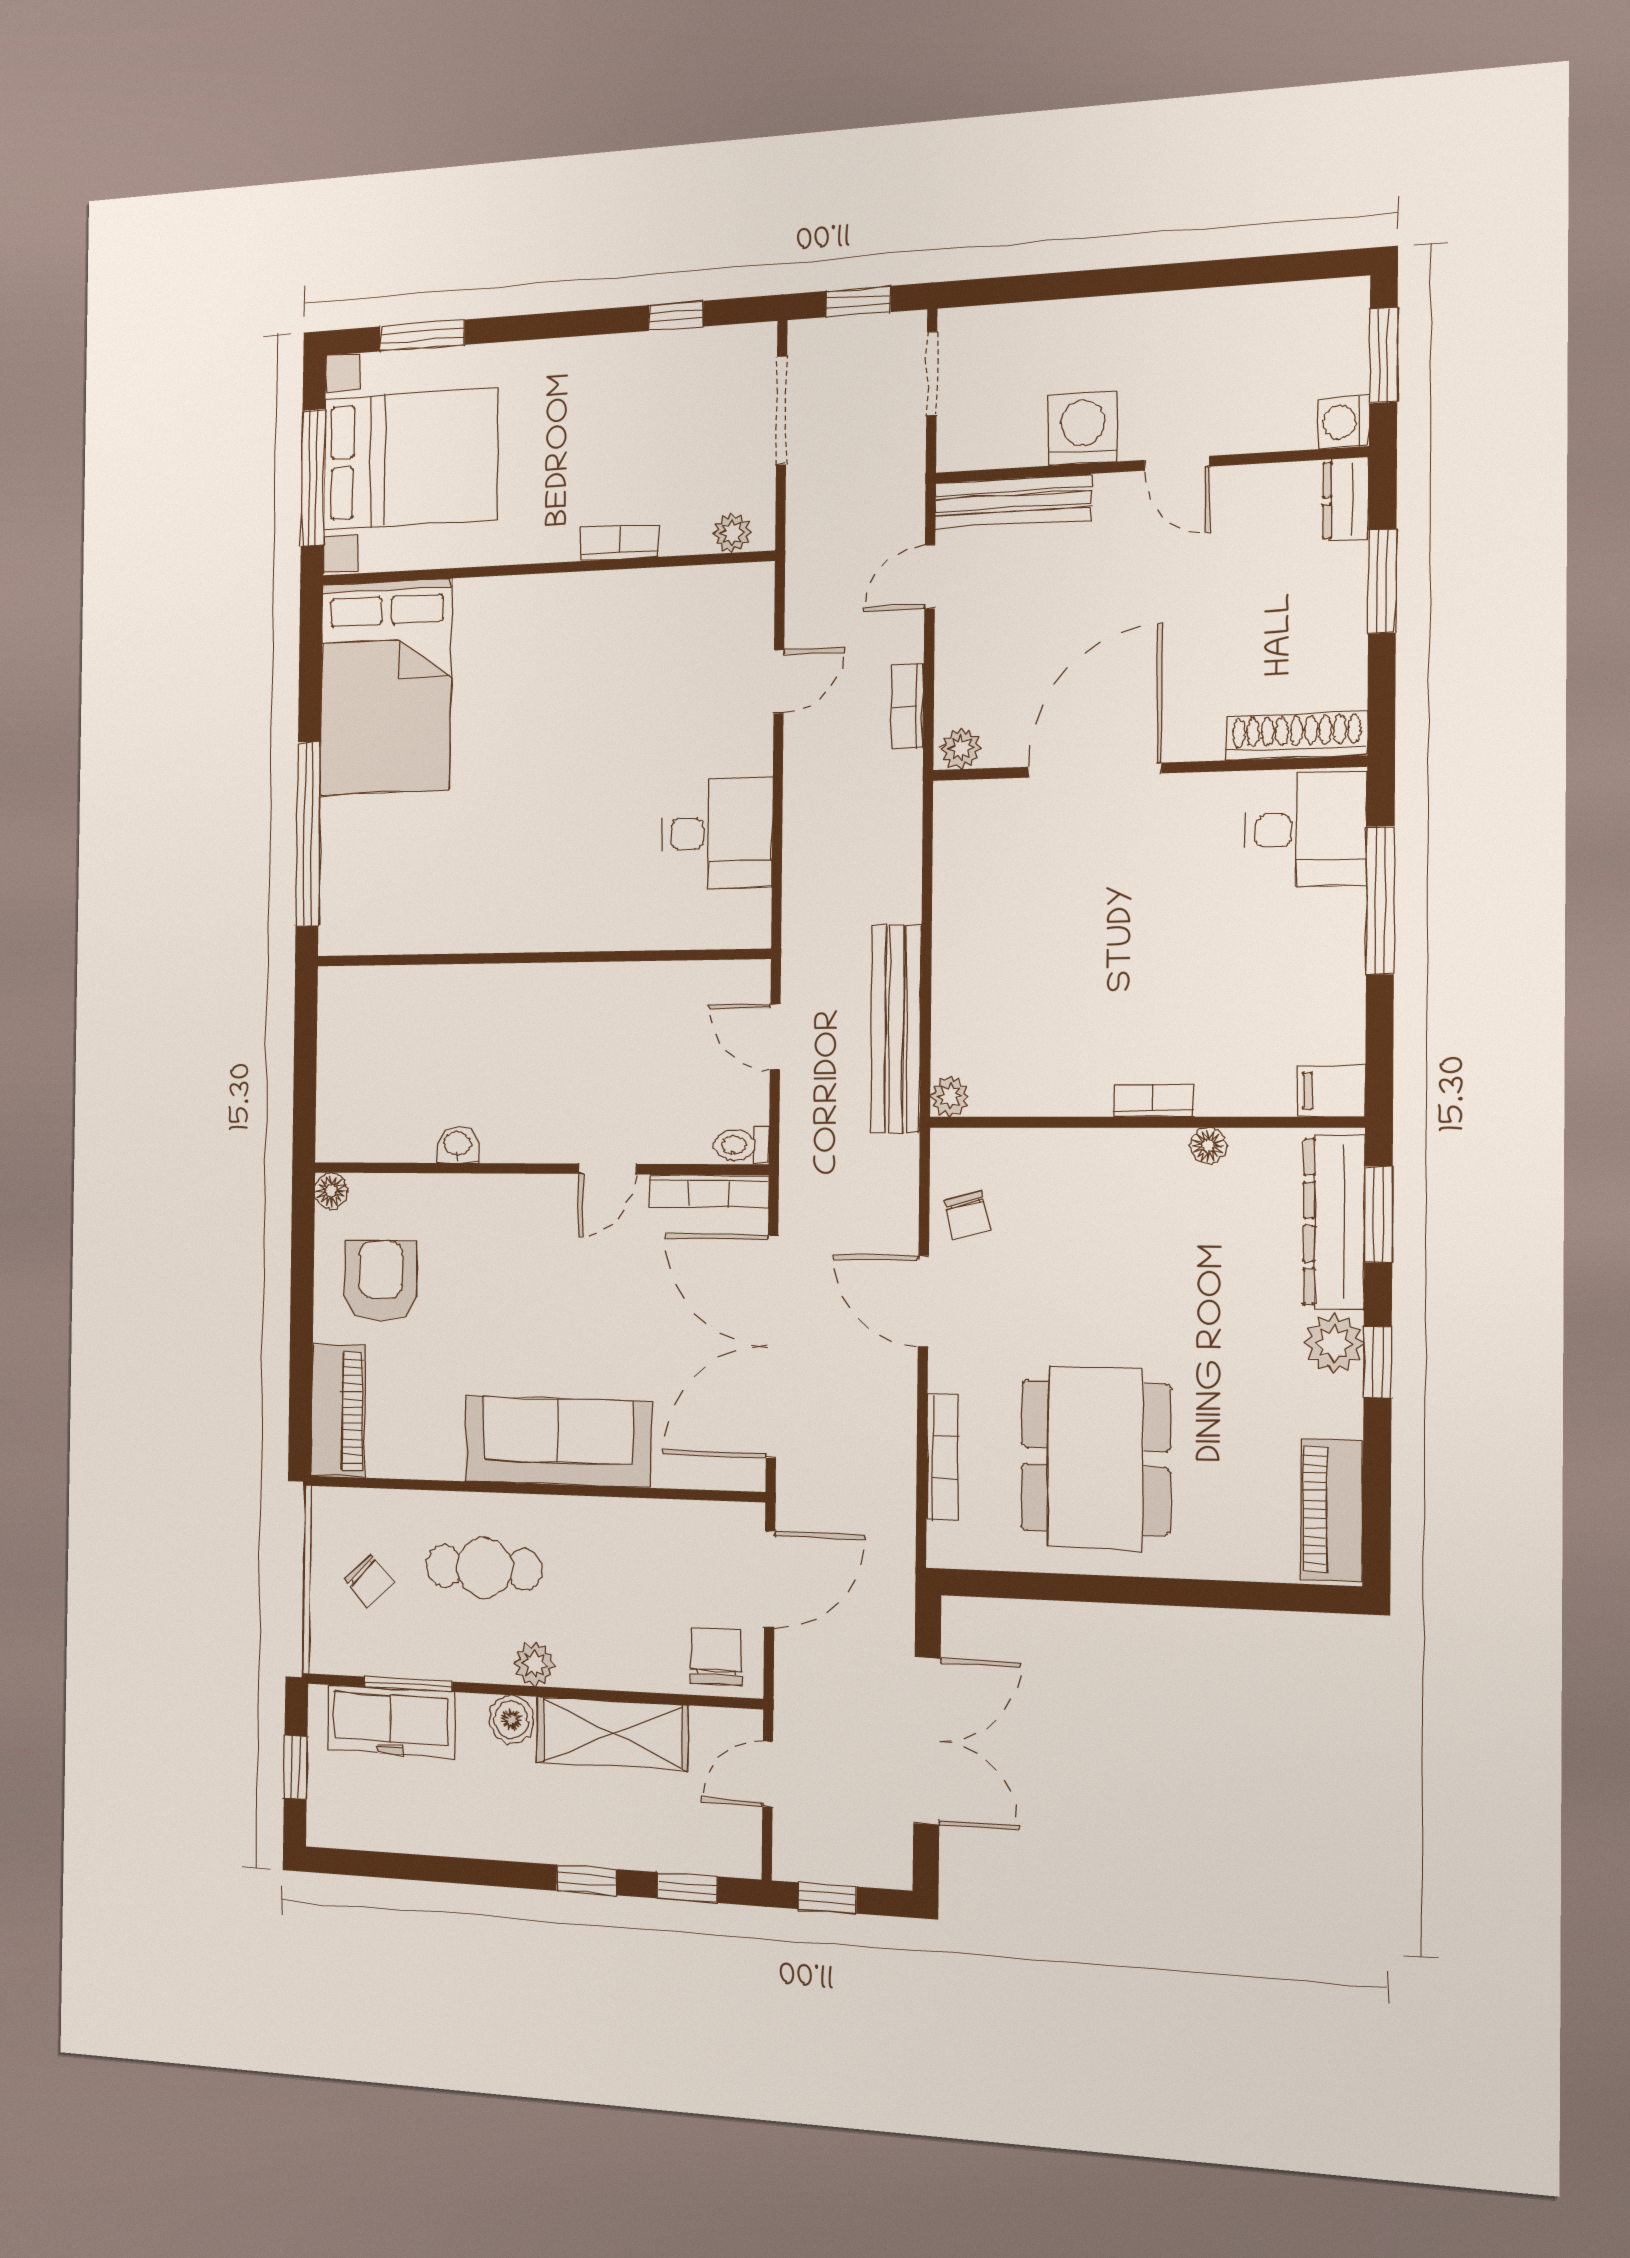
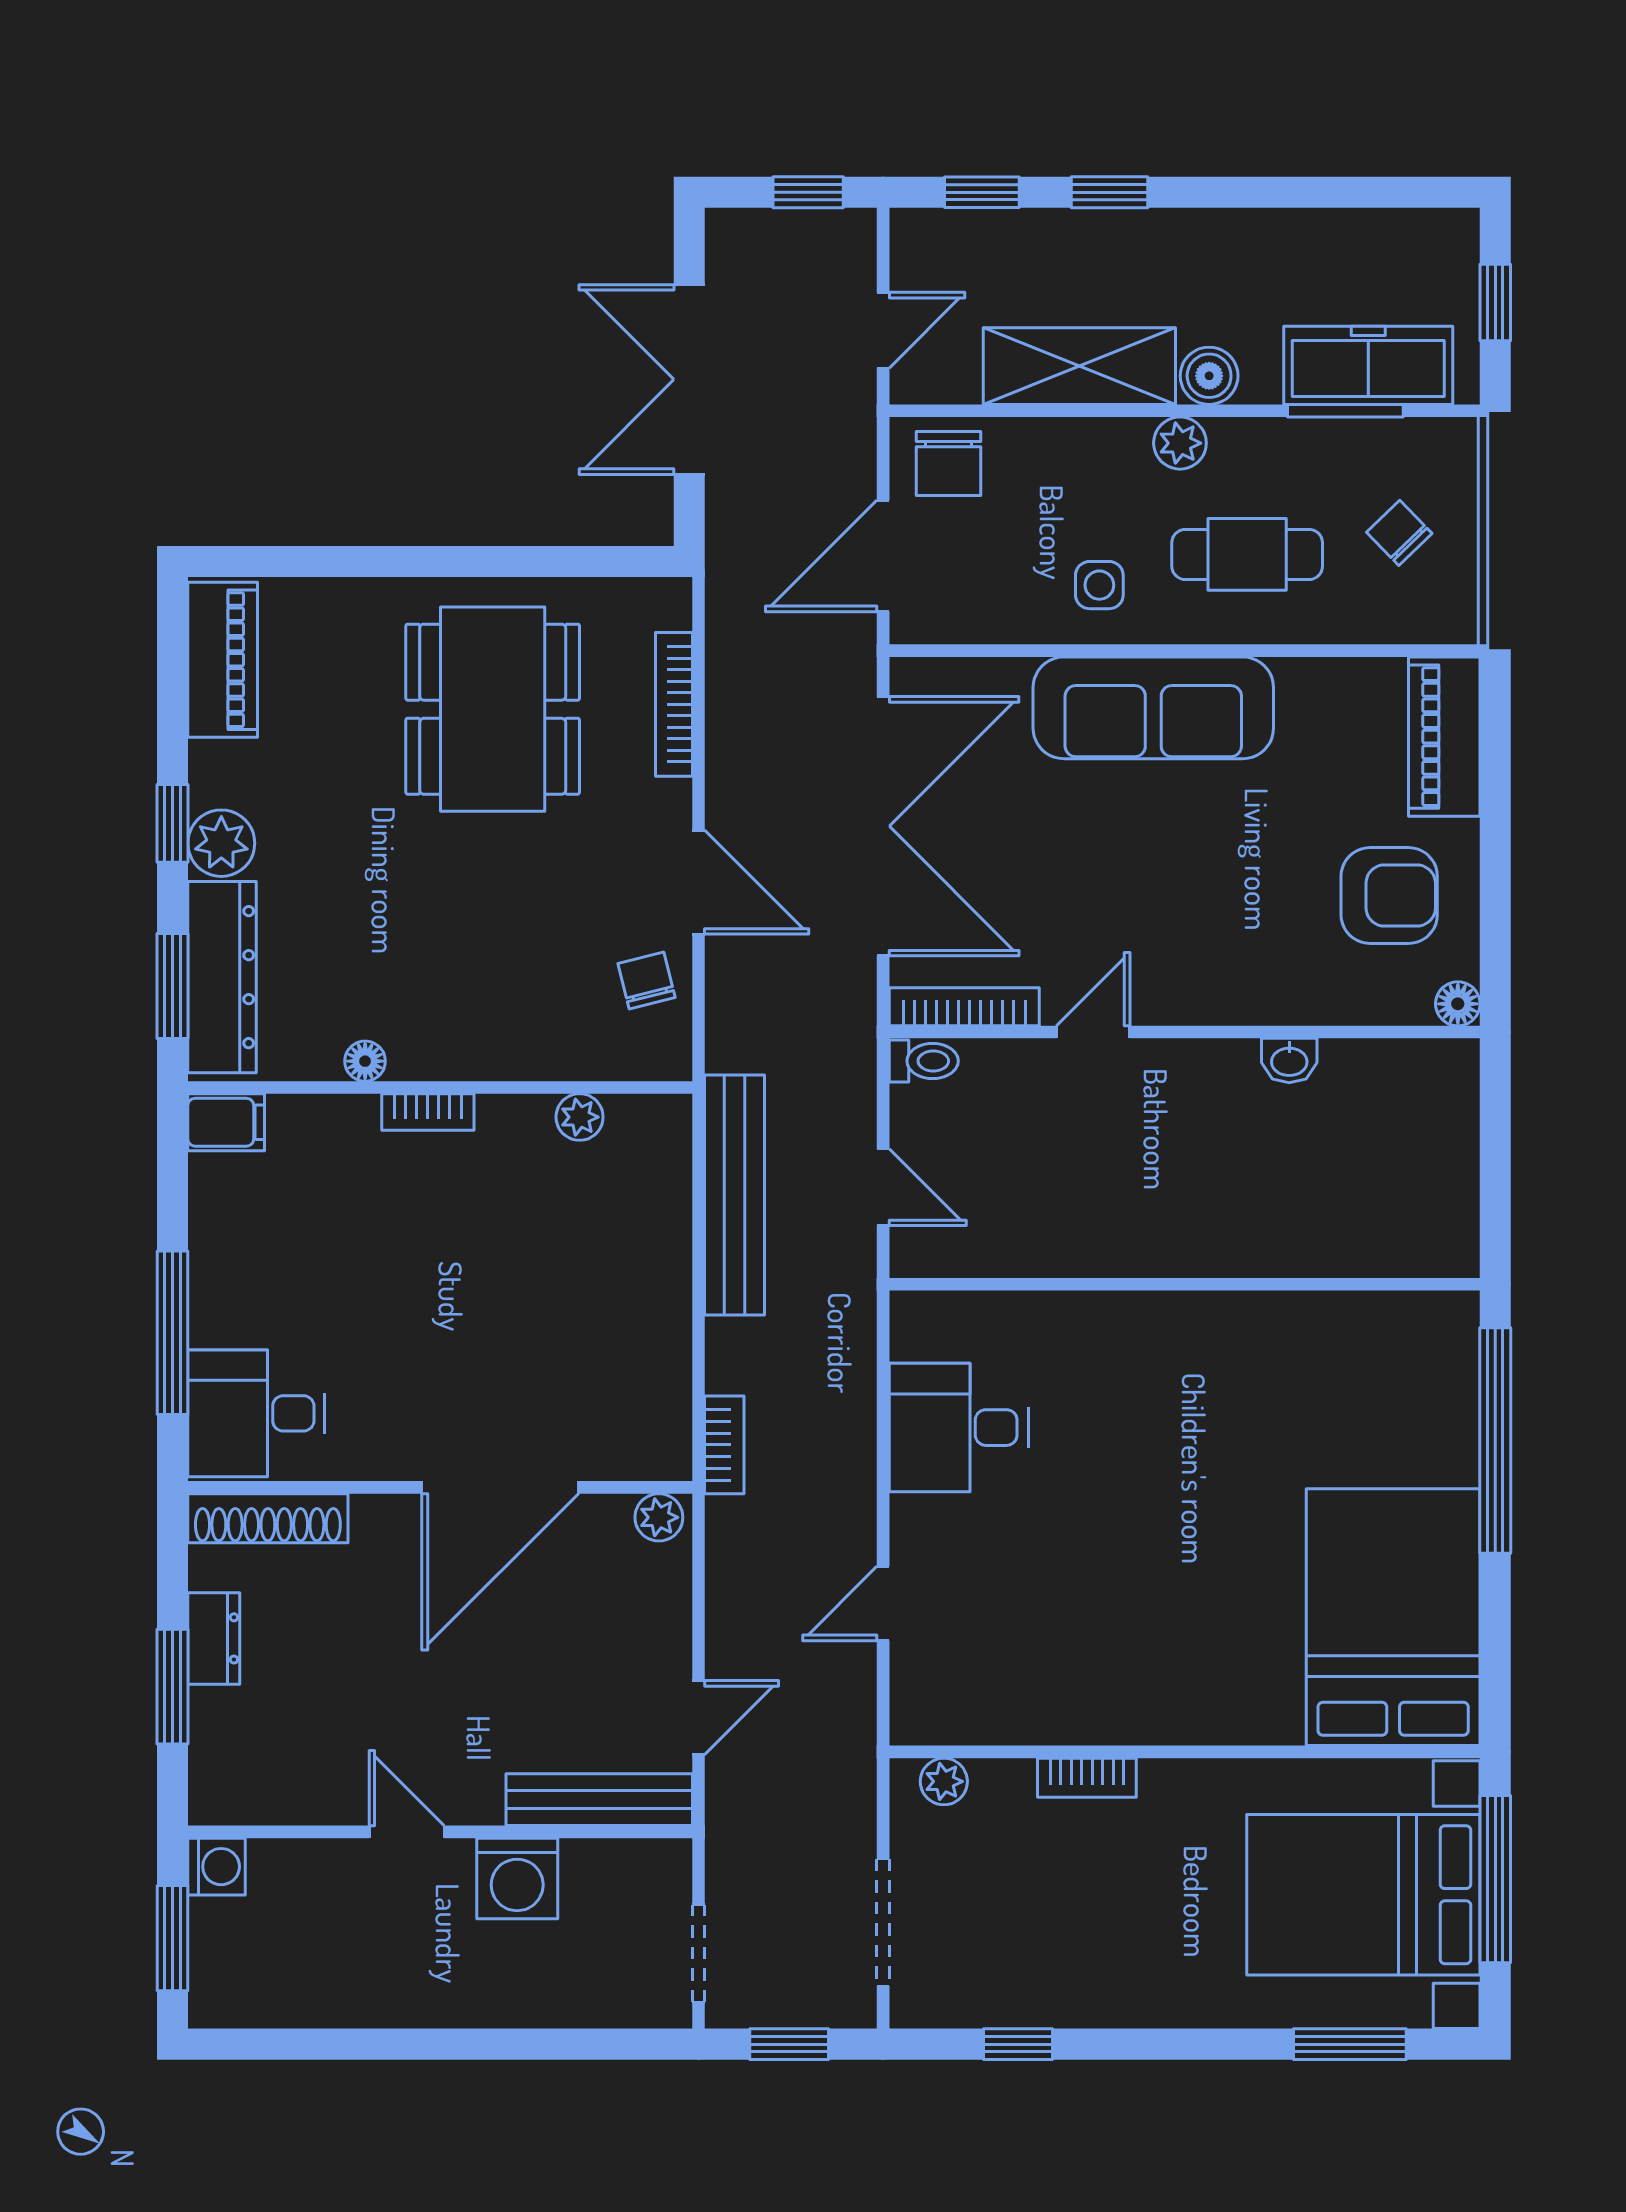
dresser: (1346, 500) -> (214, 1638), moved
bookcase: (907, 706) -> (724, 1445), moved
plant: (950, 1097) -> (580, 1117), moved
armchair: (381, 1281) -> (1389, 896), turned -90
side table: (598, 1547) -> (1099, 585), added

